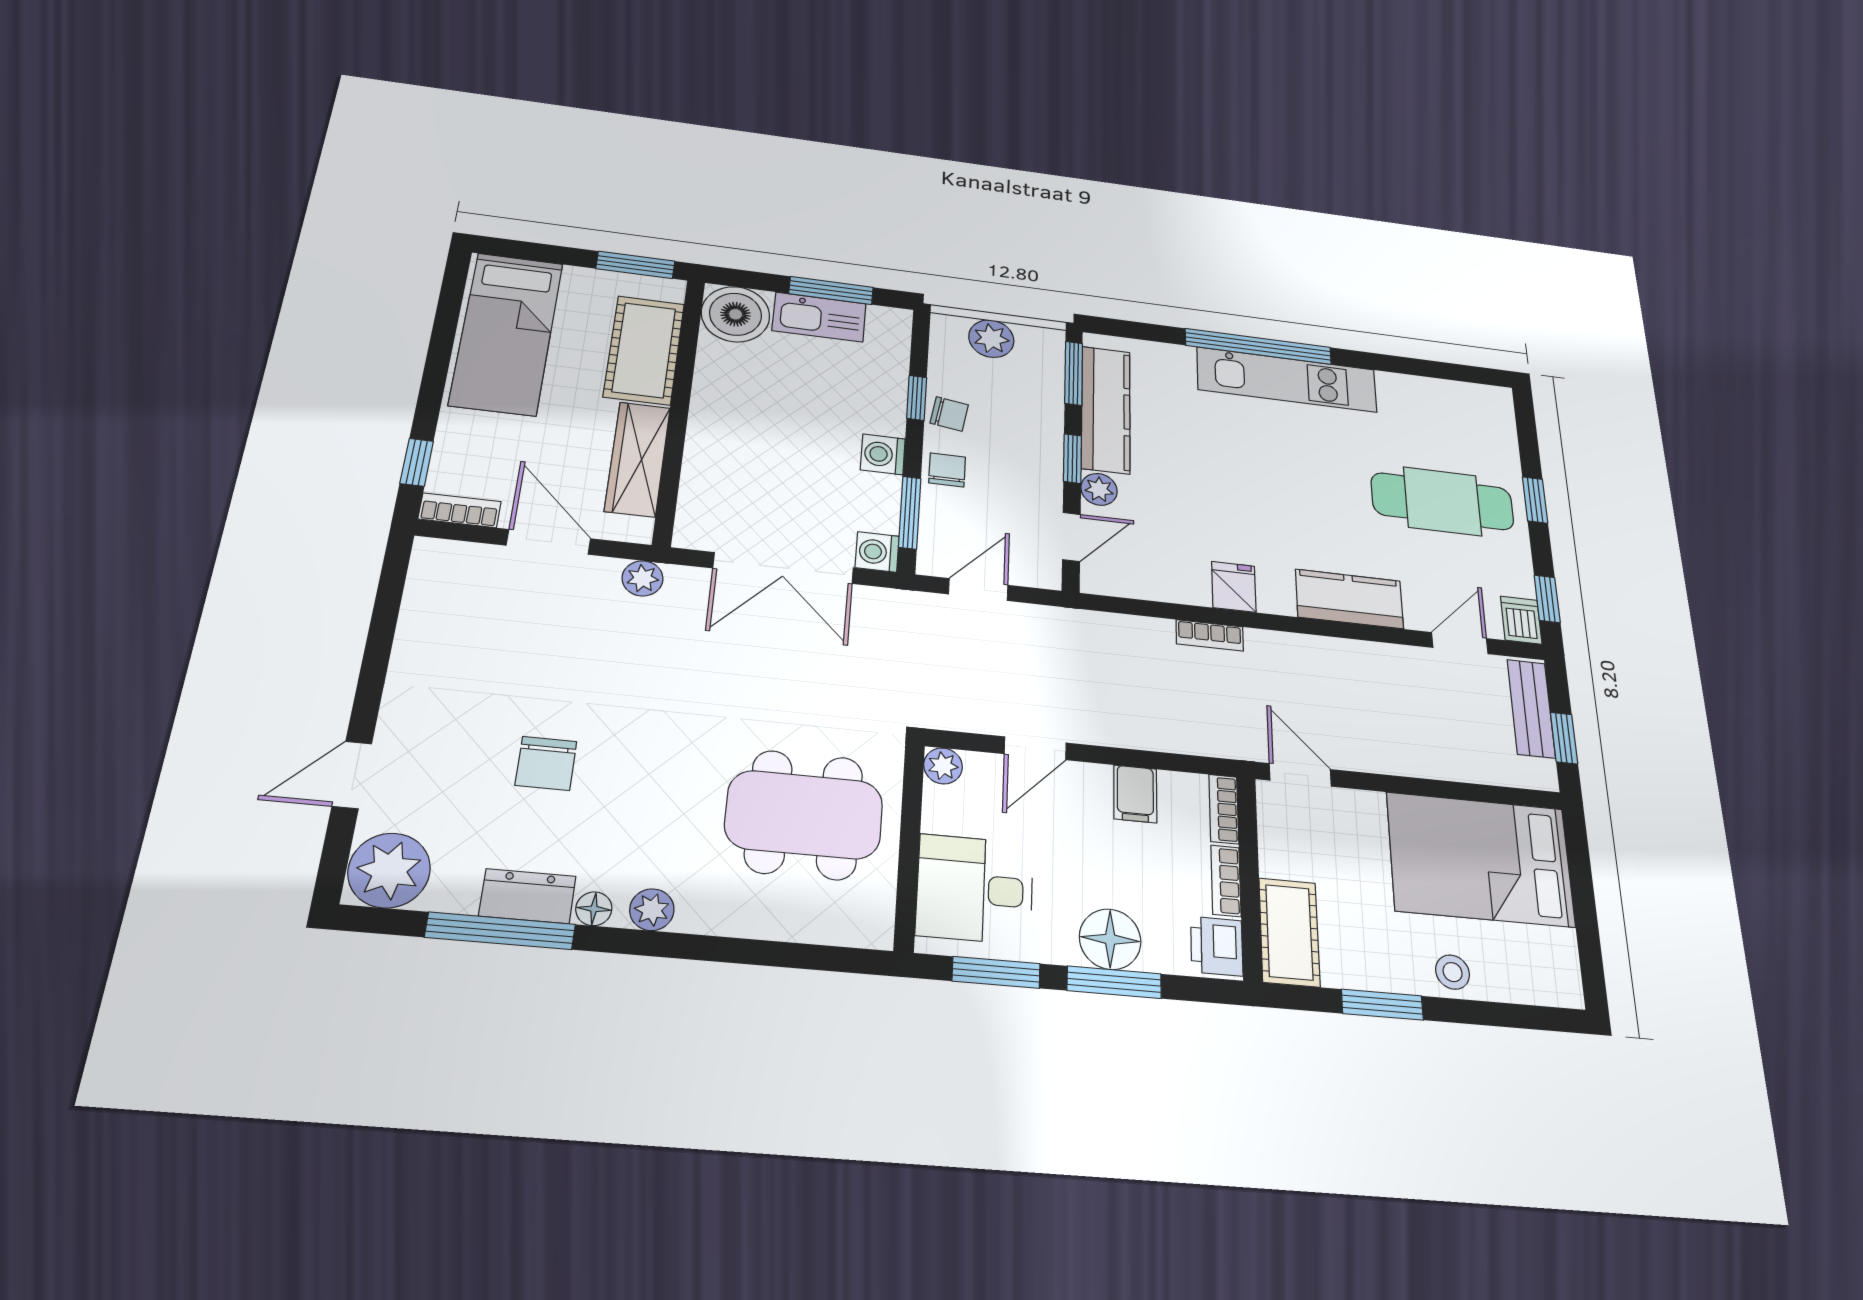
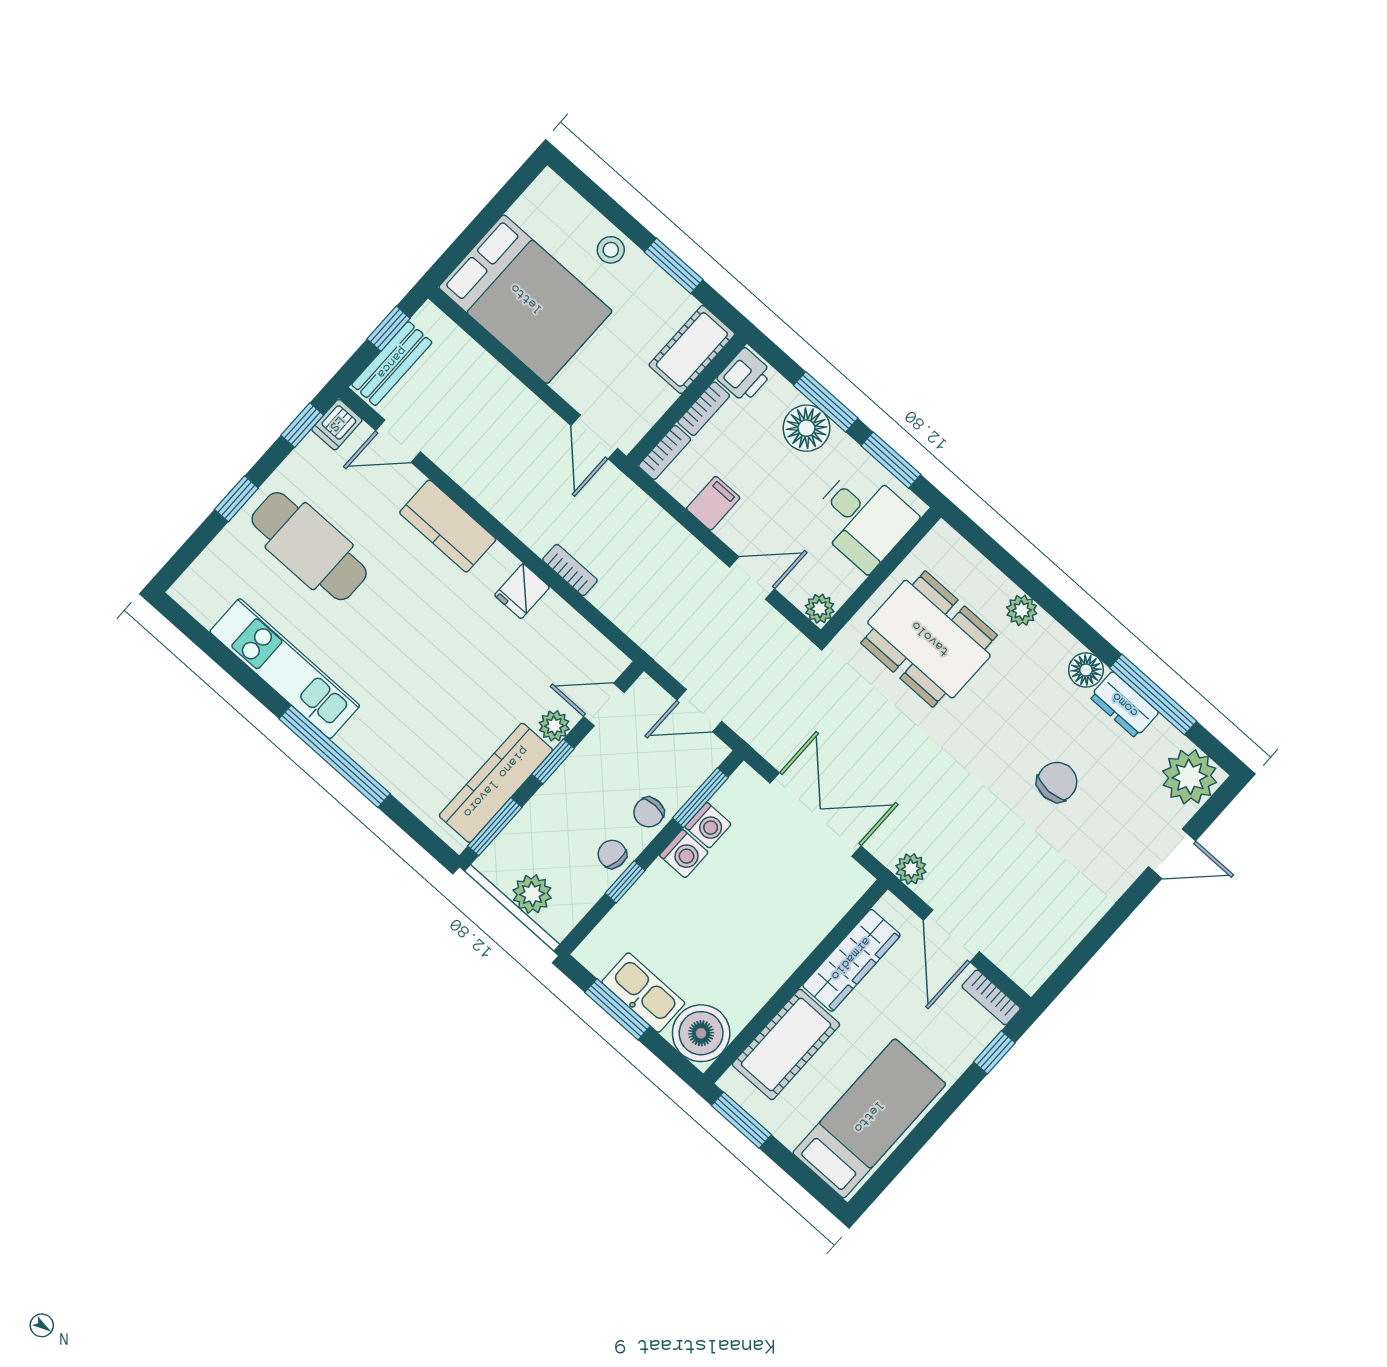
kitchen unit: (1287, 380) -> (285, 669), moved
washing machine: (877, 552) -> (708, 825), moved
floor lamp: (594, 909) -> (1086, 670), width x1.37, depth x1.37
plant: (652, 910) -> (1022, 610), moved

